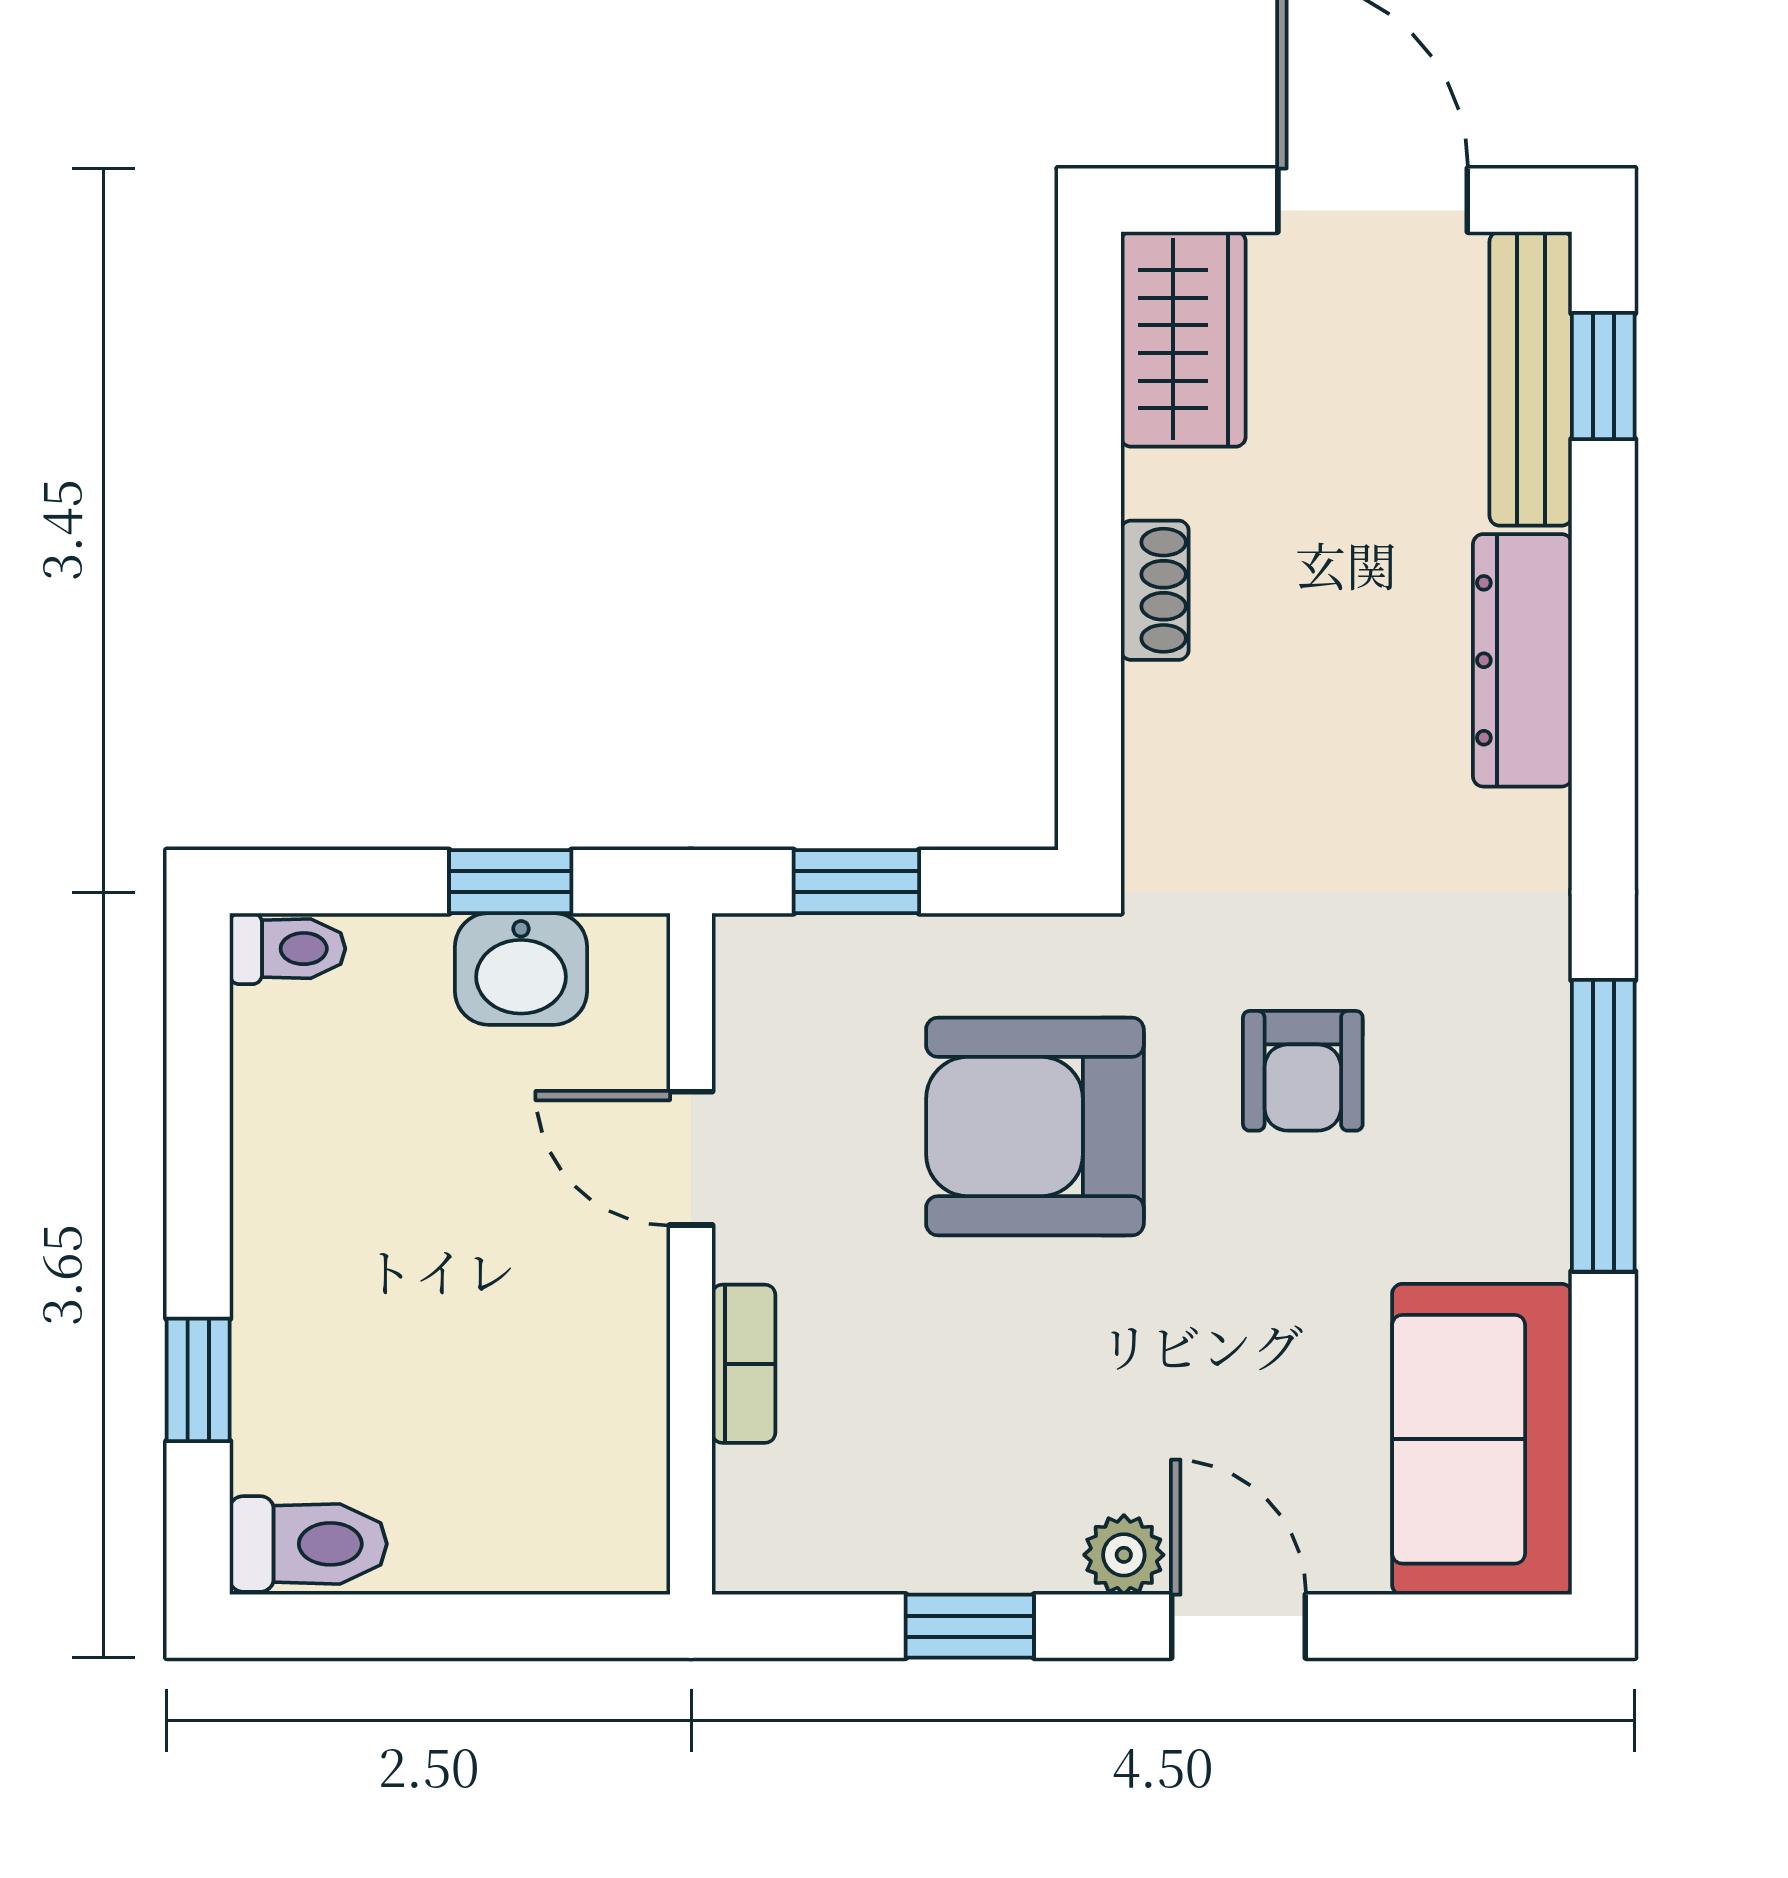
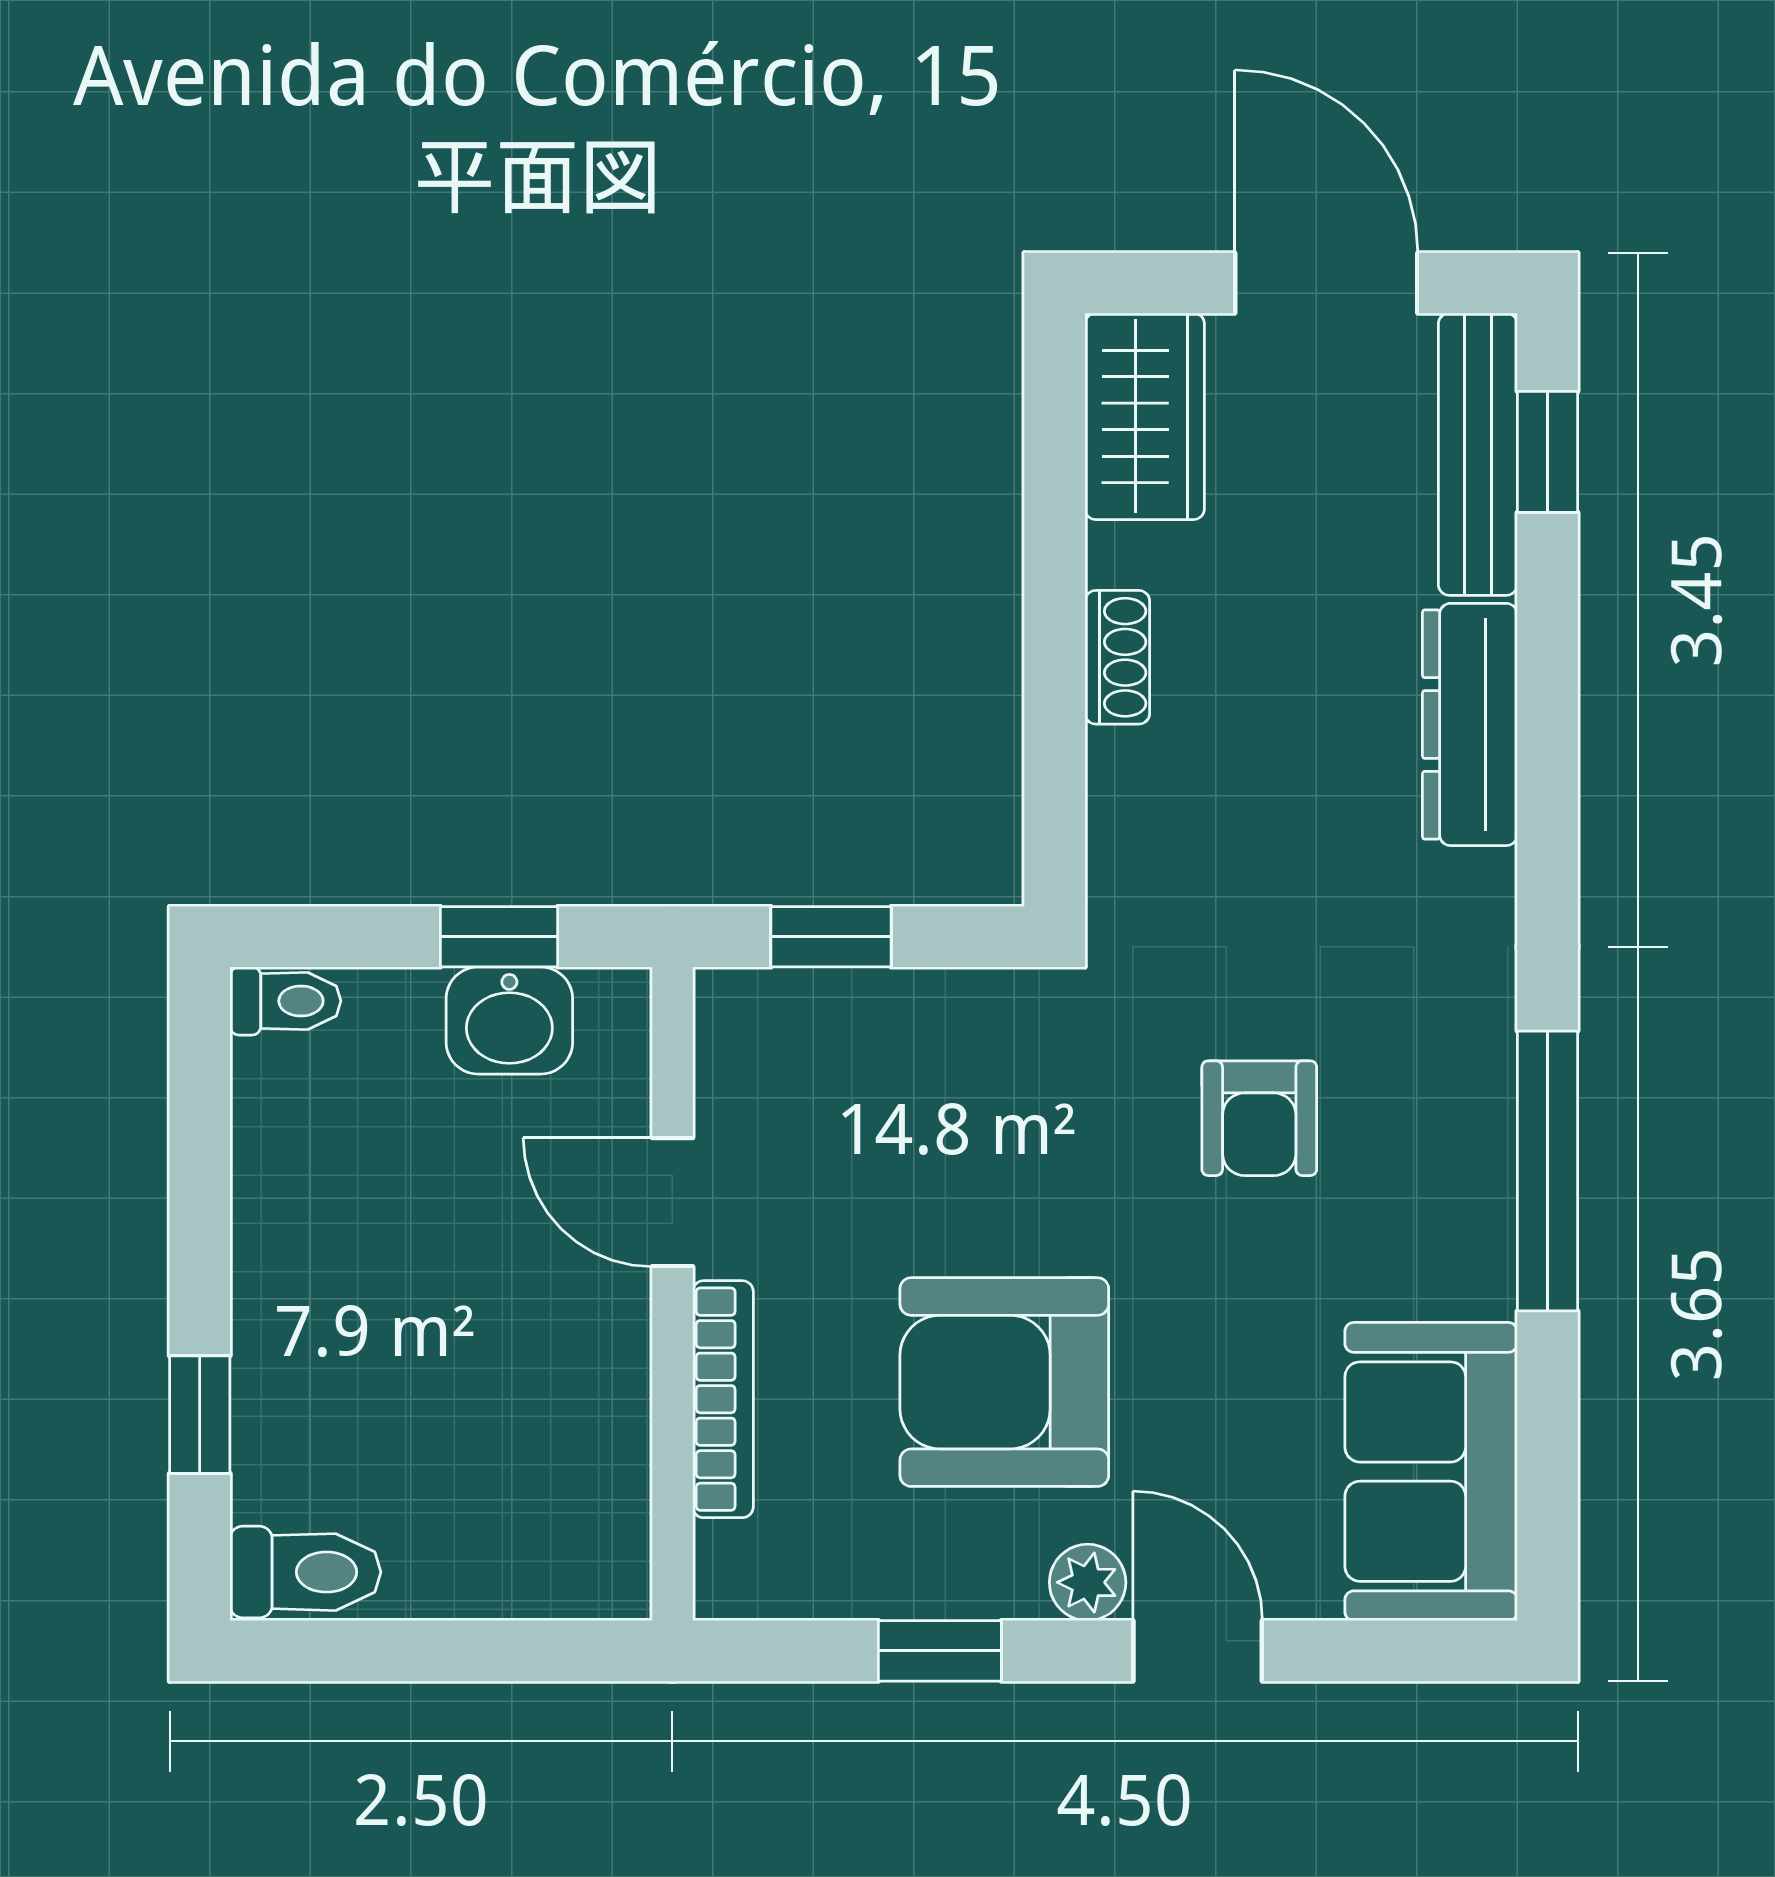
armchair: (1035, 1127) -> (1004, 1382), moved
bookcase: (744, 1364) -> (723, 1399), width x1.56

